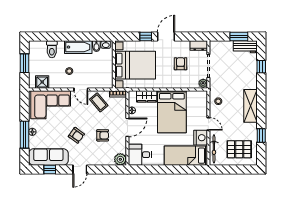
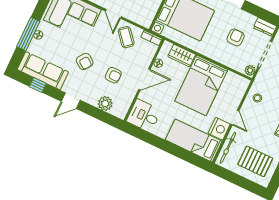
plant: (120, 159) -> (105, 103), moved

